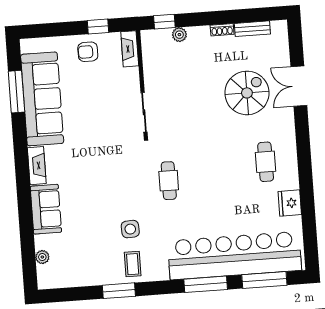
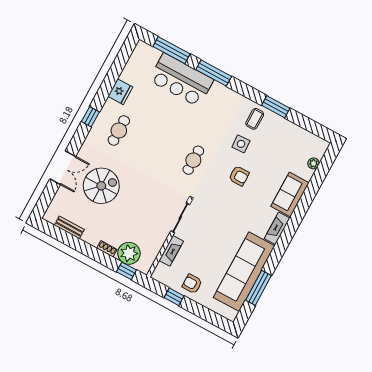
shoe rack: (222, 30) -> (107, 249), moved
plant: (179, 35) -> (129, 253), width x1.88, depth x1.88
fireplace: (130, 49) -> (171, 251), moved
armchair: (88, 52) -> (192, 284), turned 180
spiral stairs: (247, 93) -> (101, 186), turned 180
window: (304, 157) -> (90, 117), added
armchair: (111, 195) -> (239, 176), added
bar counter: (235, 256) -> (181, 80), width x0.54

